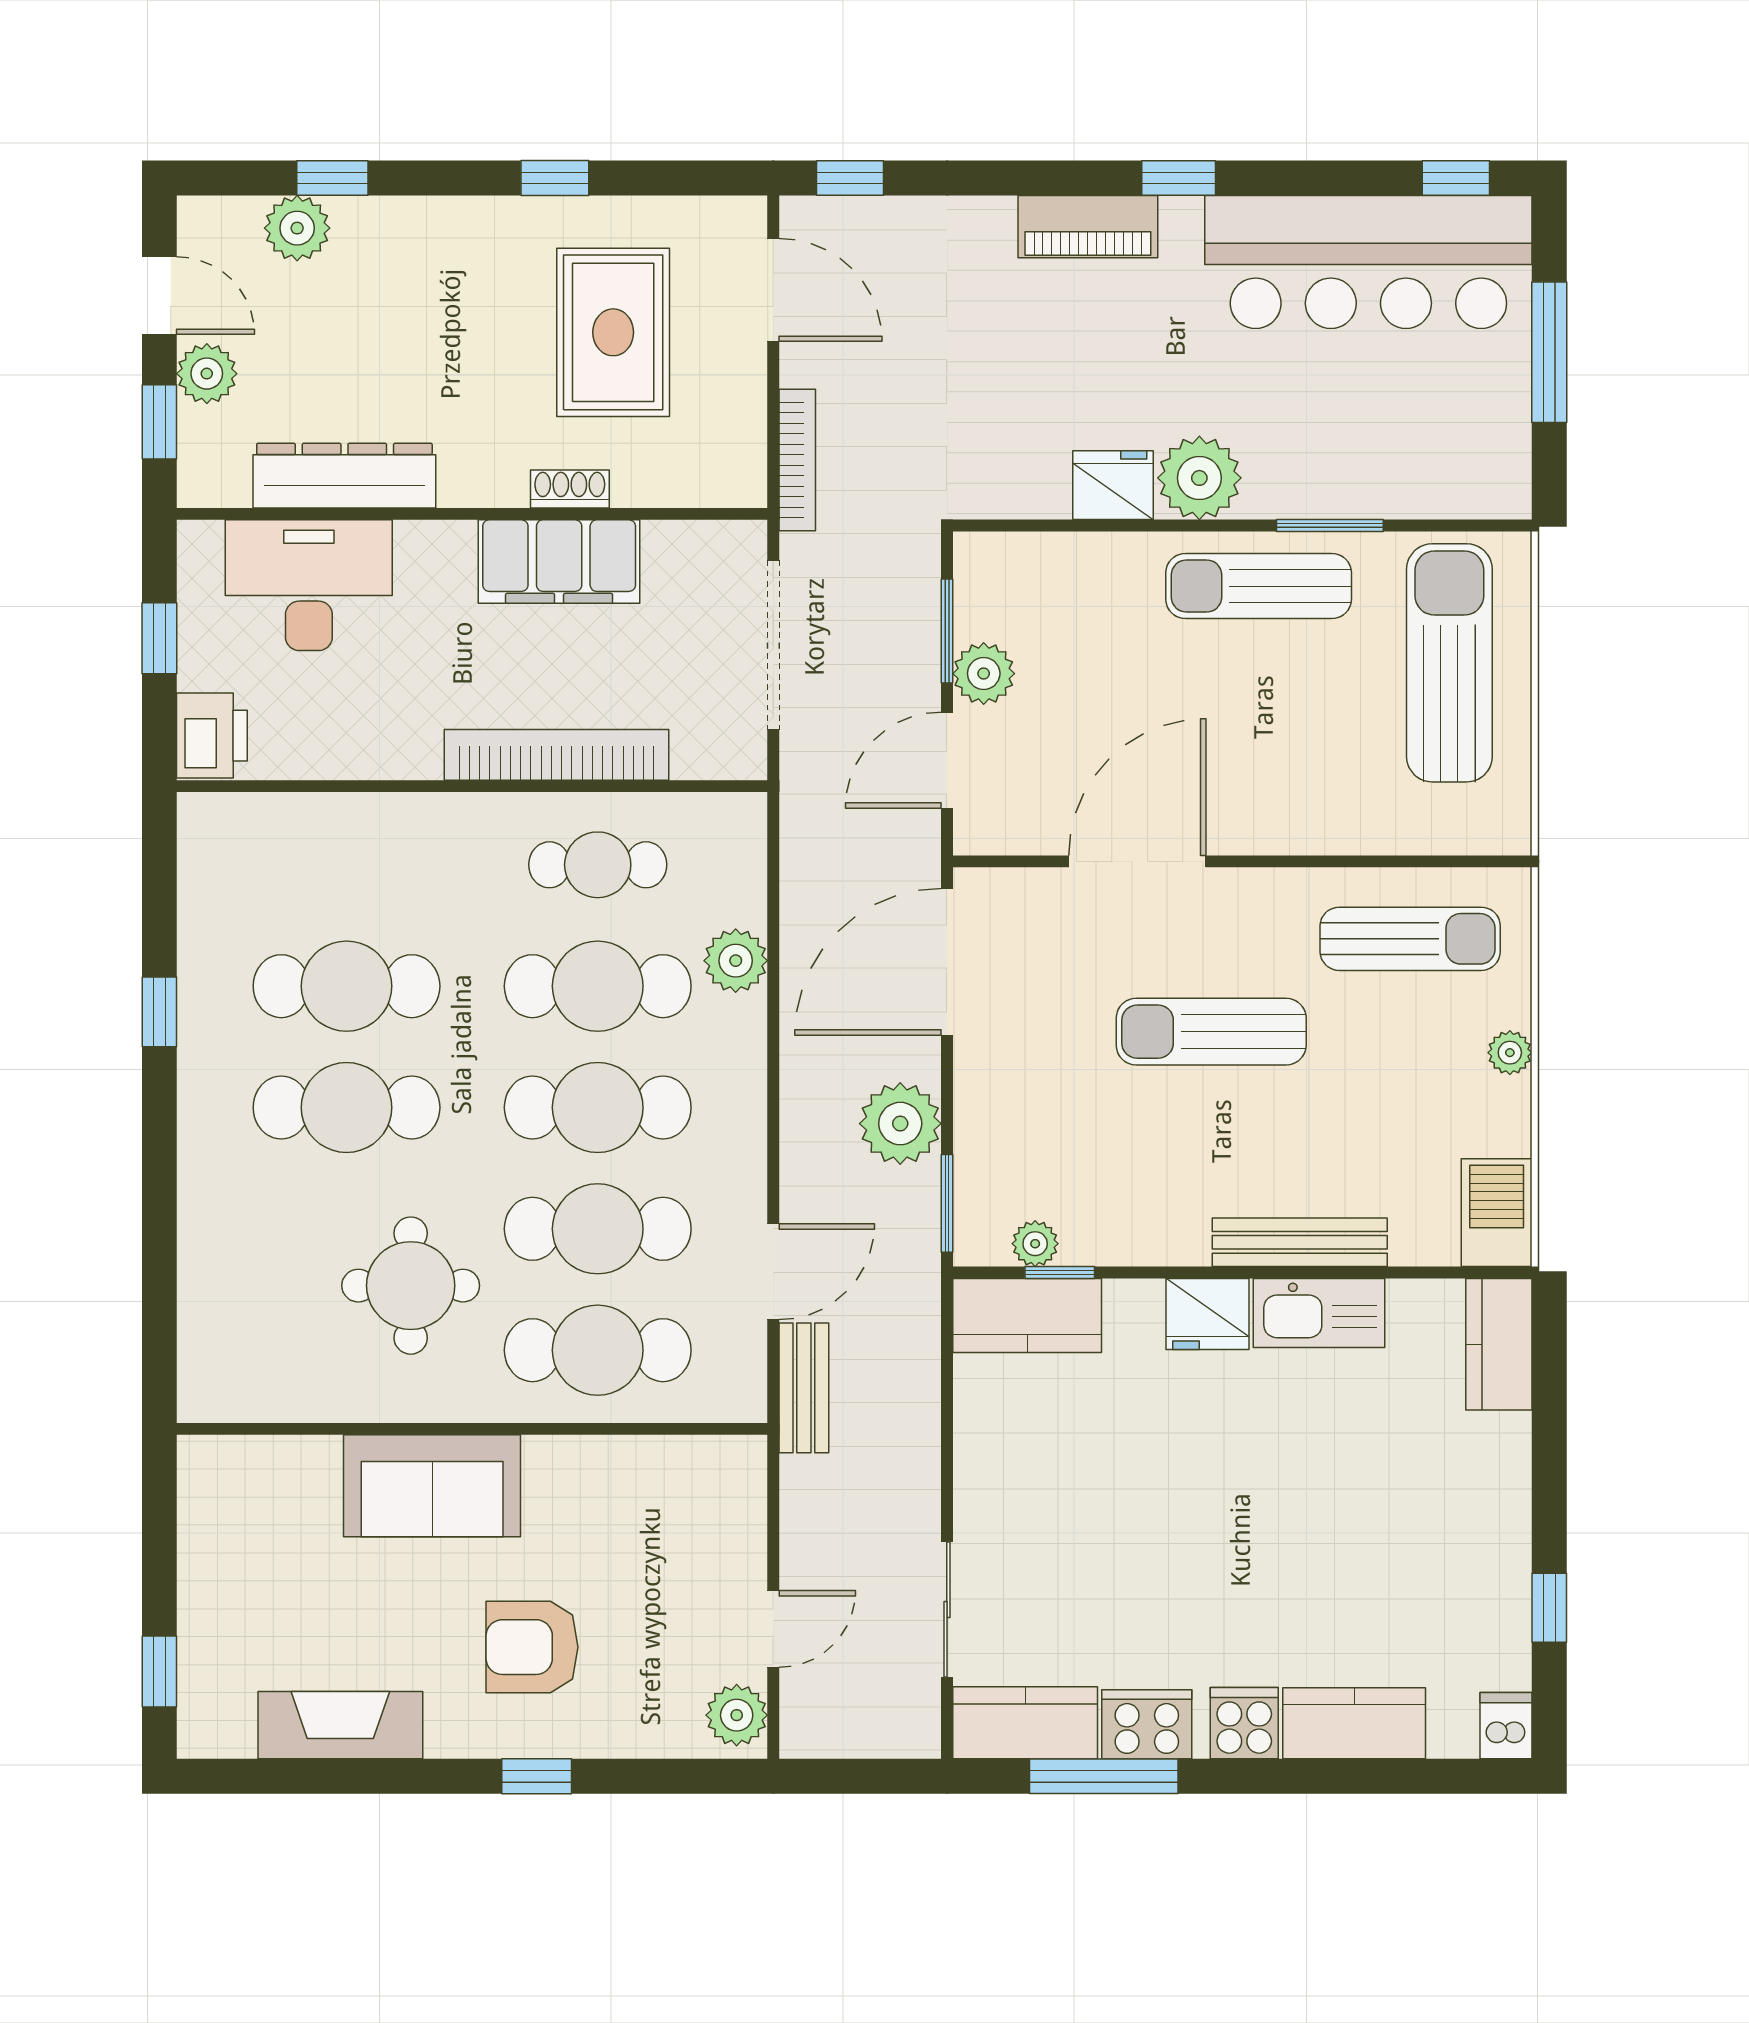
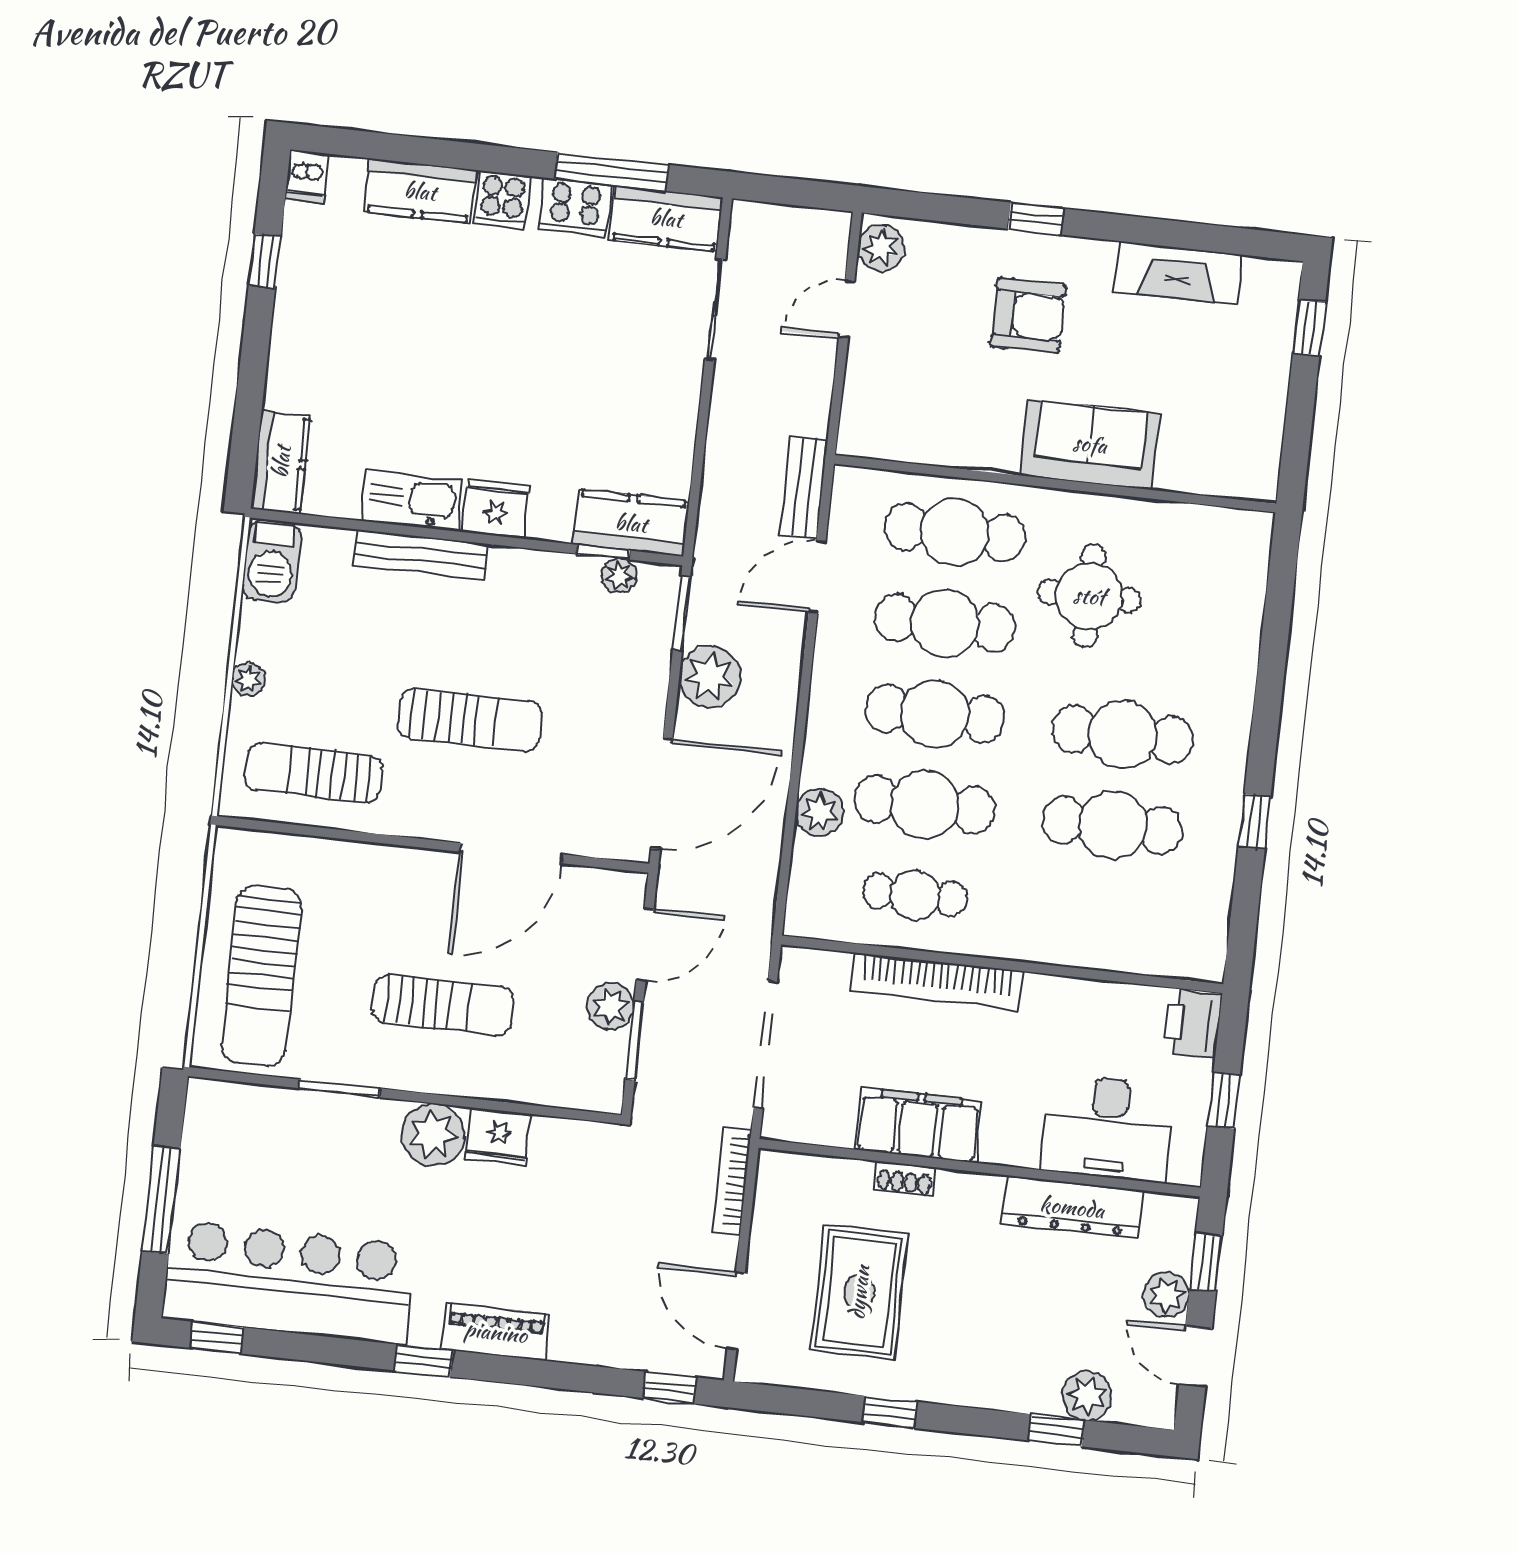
sun lounger: (1259, 586) -> (443, 1005), moved

